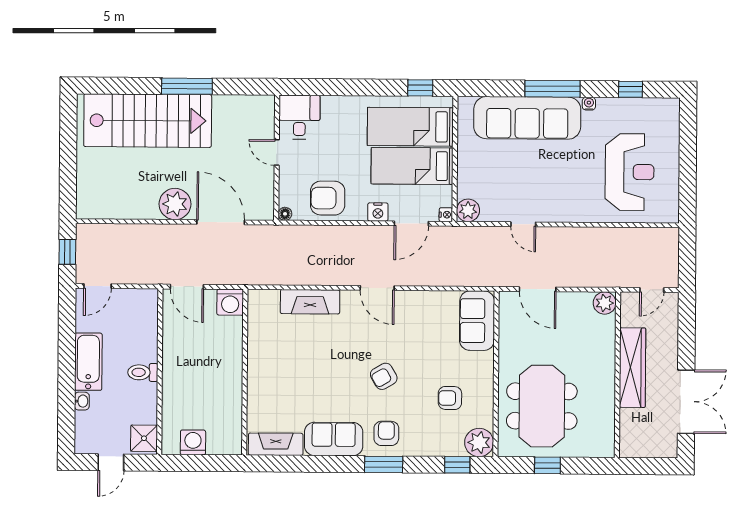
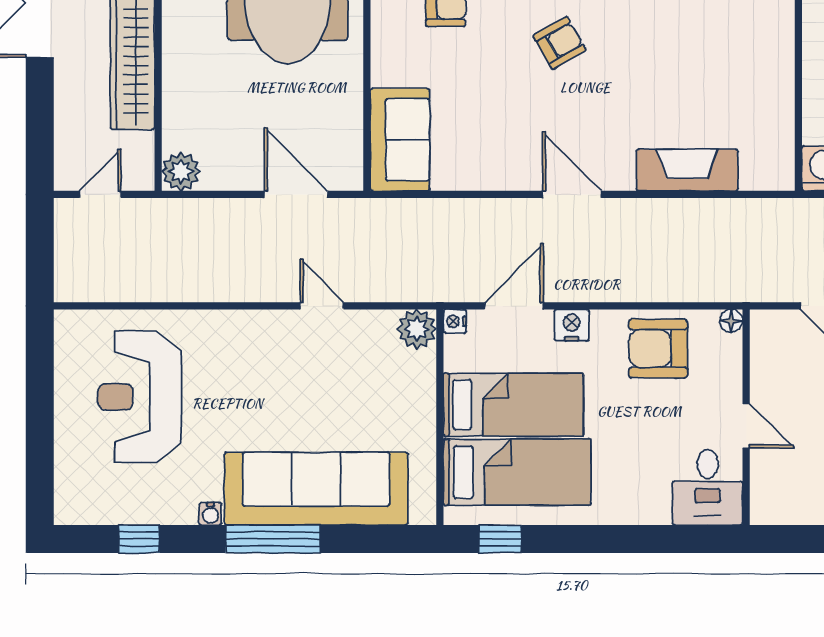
armchair: (328, 198) -> (658, 348), turned 180

